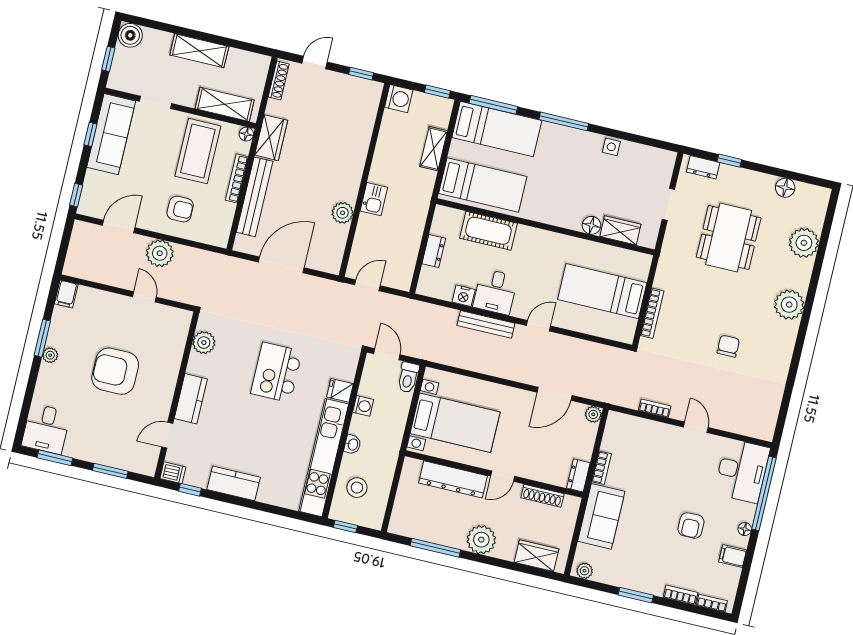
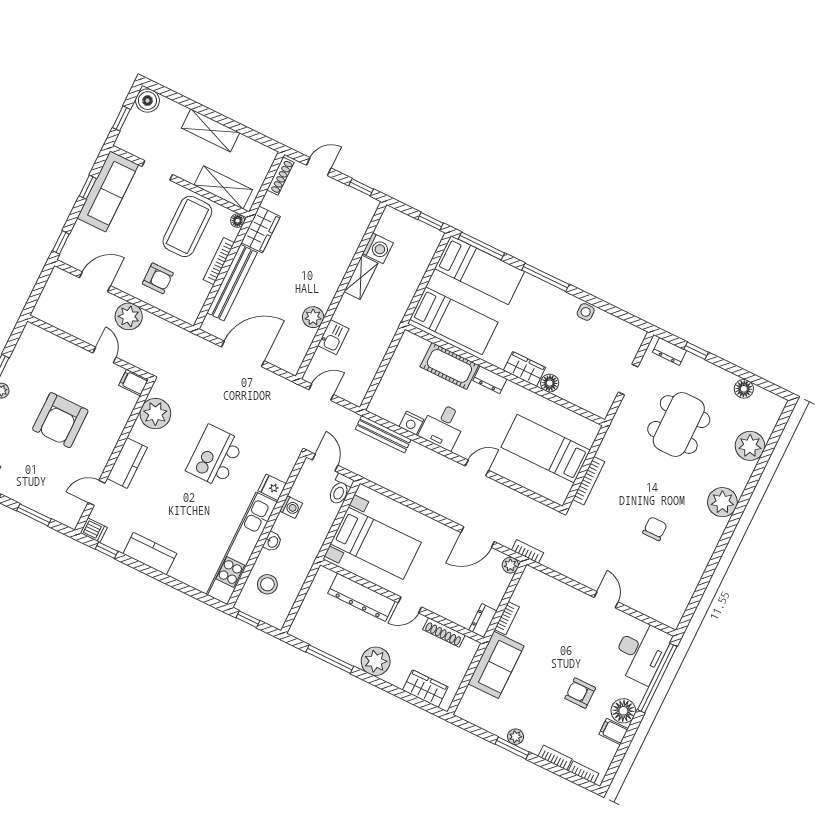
washing machine: (399, 99) -> (378, 248), moved
shelving: (434, 149) -> (361, 277), moved
kitchen sink: (374, 199) -> (333, 337), moved
wardrobe: (620, 230) -> (524, 369), moved
dresser: (434, 251) -> (490, 380), moved, turned 90
filing cabinet: (66, 294) -> (134, 383), moved, turned 90
bench: (486, 324) -> (383, 434), moved
plant: (204, 343) -> (155, 414), width x1.36, depth x1.36
armchair: (115, 371) -> (60, 420), turned -90
bookcase: (655, 408) -> (527, 551), moved
armchair: (691, 525) -> (580, 693), turned 90
floor lamp: (745, 529) -> (623, 711), width x1.89, depth x1.89
plant: (585, 571) -> (516, 737), moved

